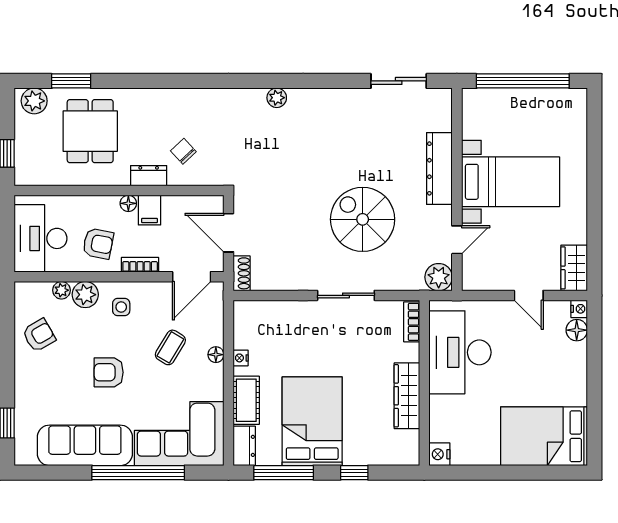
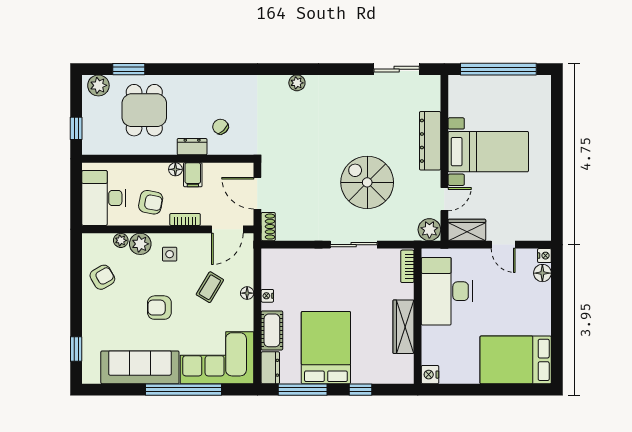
wardrobe: (574, 268) -> (467, 230), moved, turned 90

